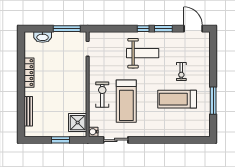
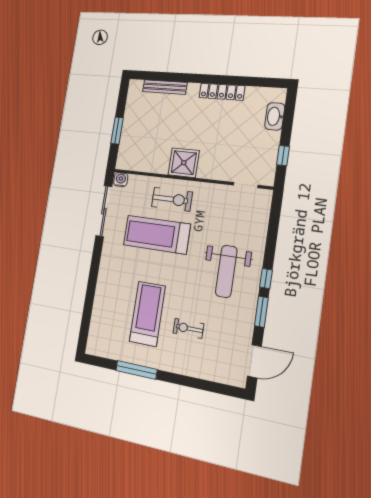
window: (67, 29) -> (283, 156), width x0.46
shower: (78, 123) -> (184, 163), moved
sliding door: (116, 140) -> (104, 211), width x1.37

